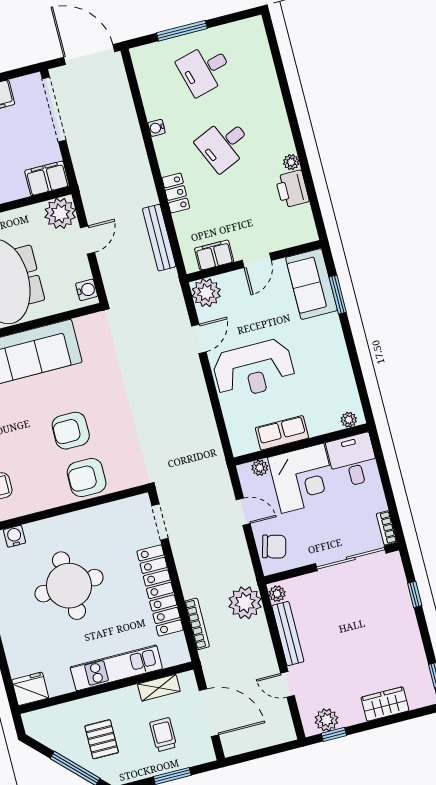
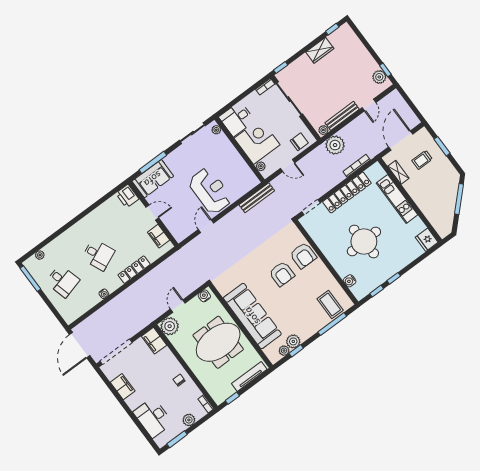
window: (182, 31) -> (30, 279), moved
plant: (291, 162) -> (40, 255), moved
printer: (292, 189) -> (127, 196), moved, turned 90
locker: (176, 193) -> (134, 270), width x1.53
bench: (159, 238) -> (257, 198), moved
door: (88, 240) -> (178, 306), hinge flipped
plant: (206, 293) -> (180, 232), removed
window: (338, 295) -> (153, 162), width x1.44
door: (199, 339) -> (206, 226), hinge flipped
sliding door: (359, 379) -> (192, 133), added
row of seats: (282, 433) -> (238, 162), removed
door: (243, 512) -> (287, 166), swing flipped
chair: (274, 547) -> (299, 142), turned 75
window: (415, 594) -> (281, 68), moved
wardrobe: (385, 704) -> (320, 50), moved, turned -90
pallet: (102, 739) -> (438, 191), removed

